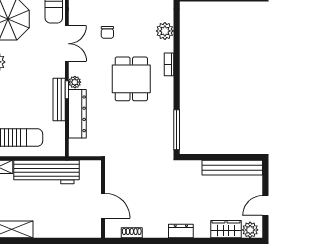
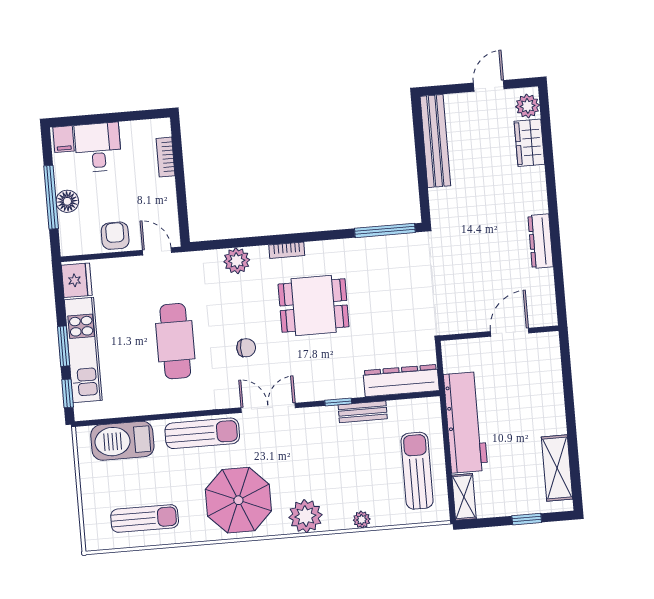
plant: (75, 82) -> (326, 391), removed
bench: (59, 99) -> (363, 412), width x0.73
dresser: (77, 114) -> (401, 381), moved
door: (265, 206) -> (489, 86), swing flipped
dresser: (181, 231) -> (541, 241), moved, width x1.44
shoe rack: (132, 233) -> (547, 285), removed

